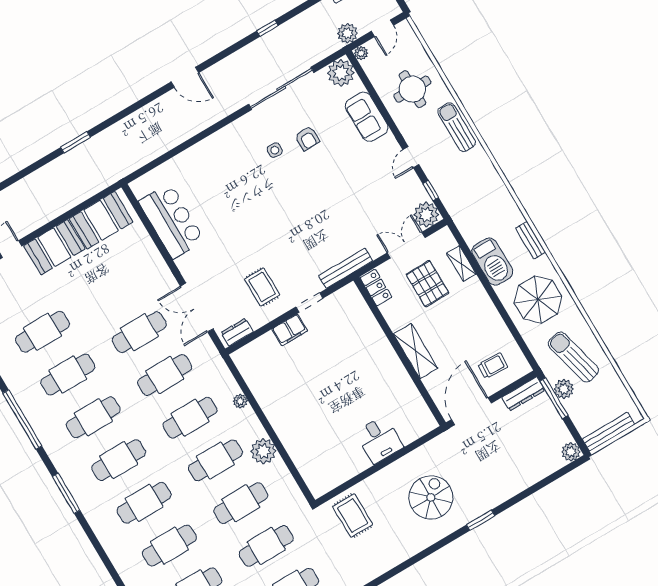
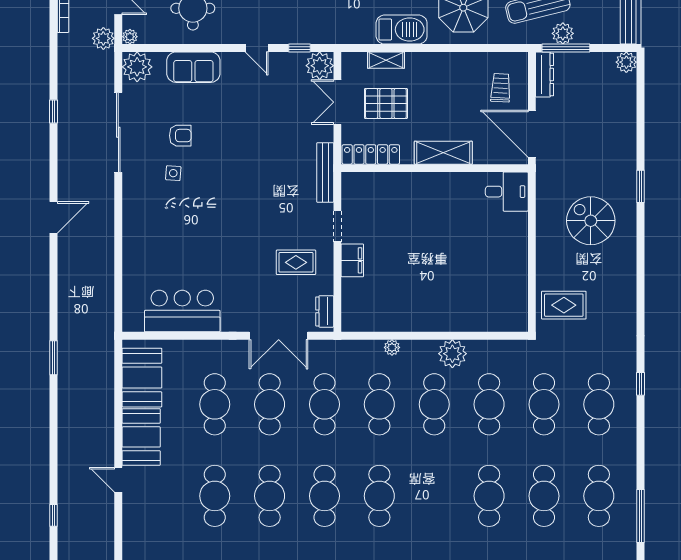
locker: (376, 287) -> (371, 154), width x1.53
desk: (379, 440) -> (507, 192), moved
cafe table: (144, 503) -> (215, 404), moved

